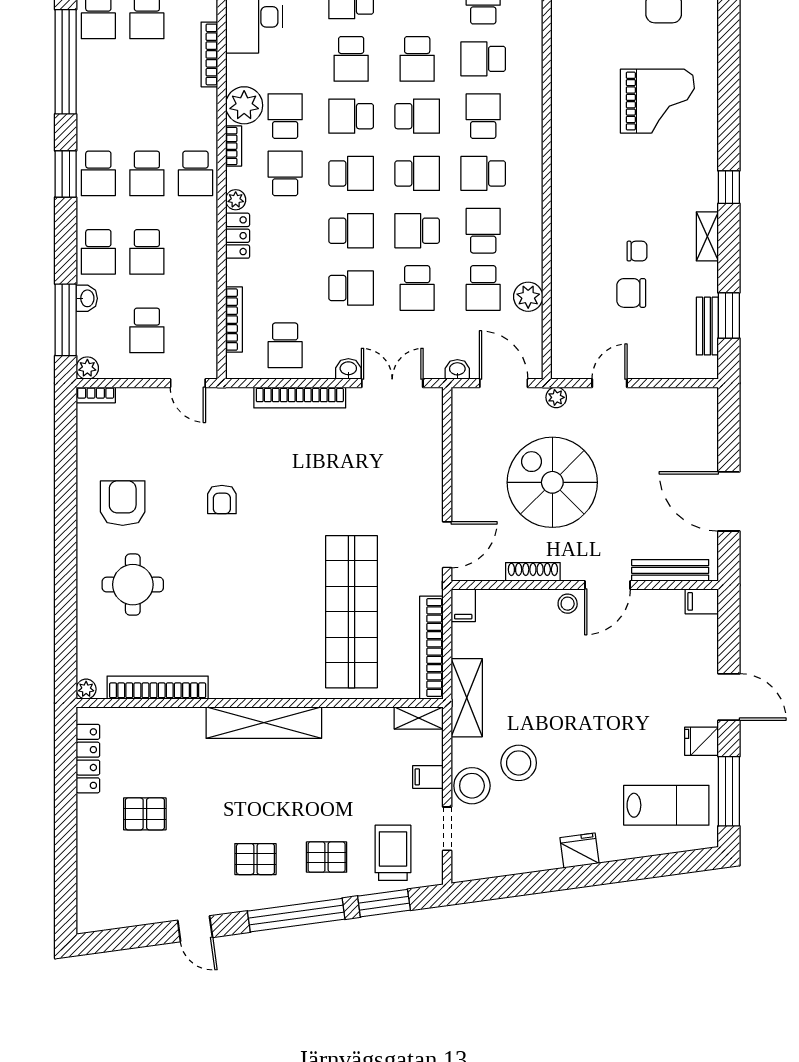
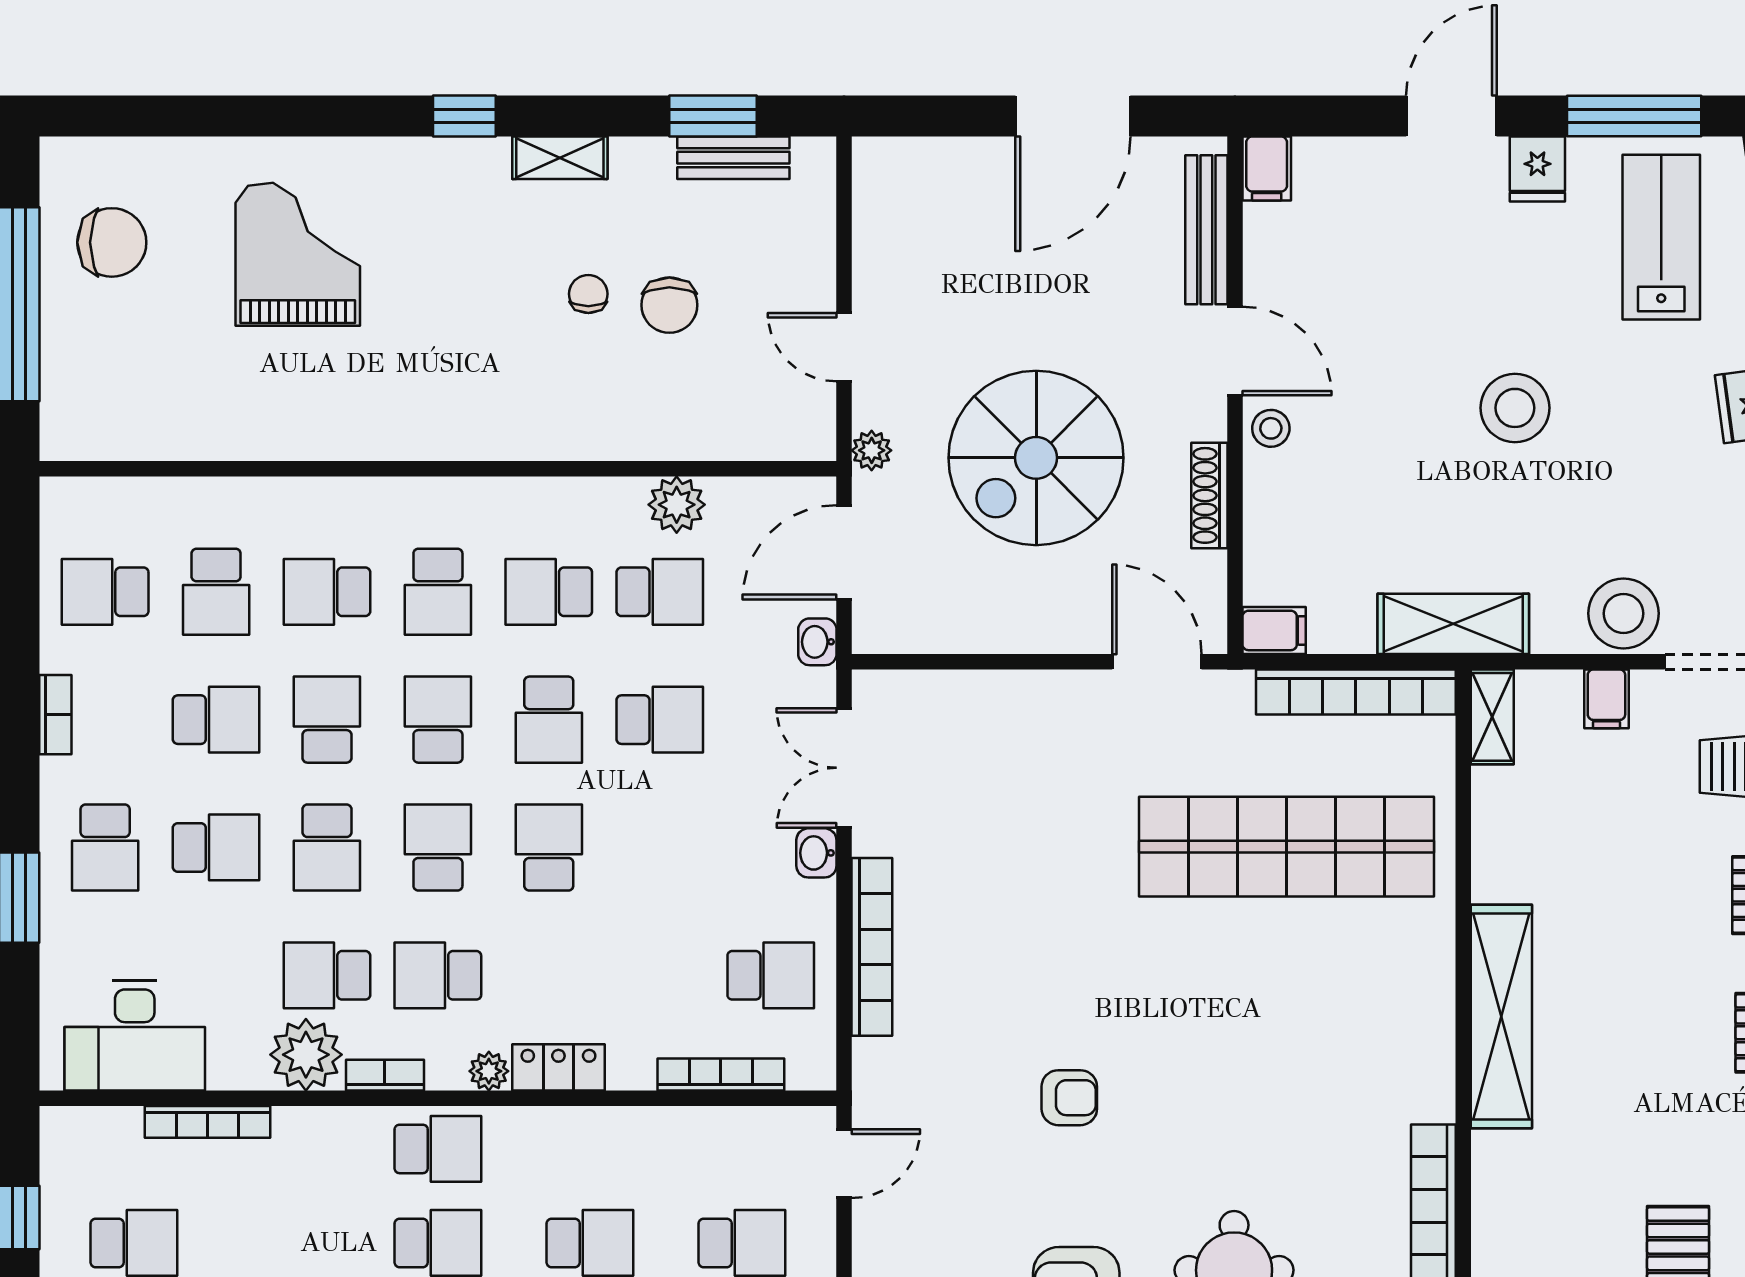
school desk: (351, 288) -> (660, 847), removed
stool: (519, 763) -> (1515, 408), moved

